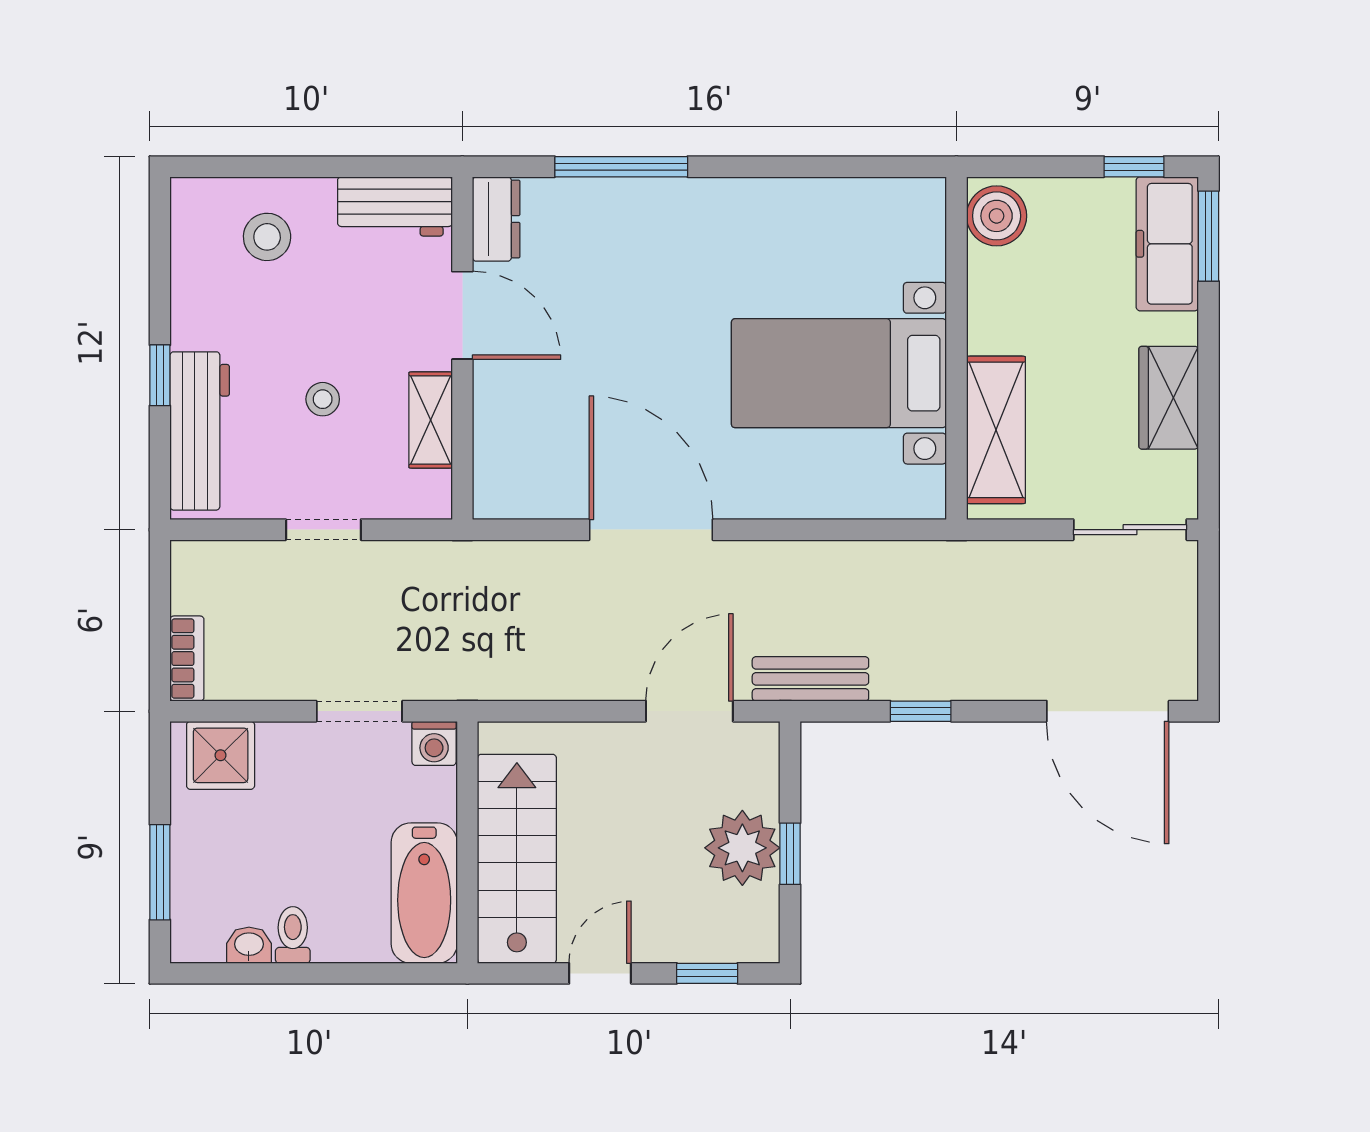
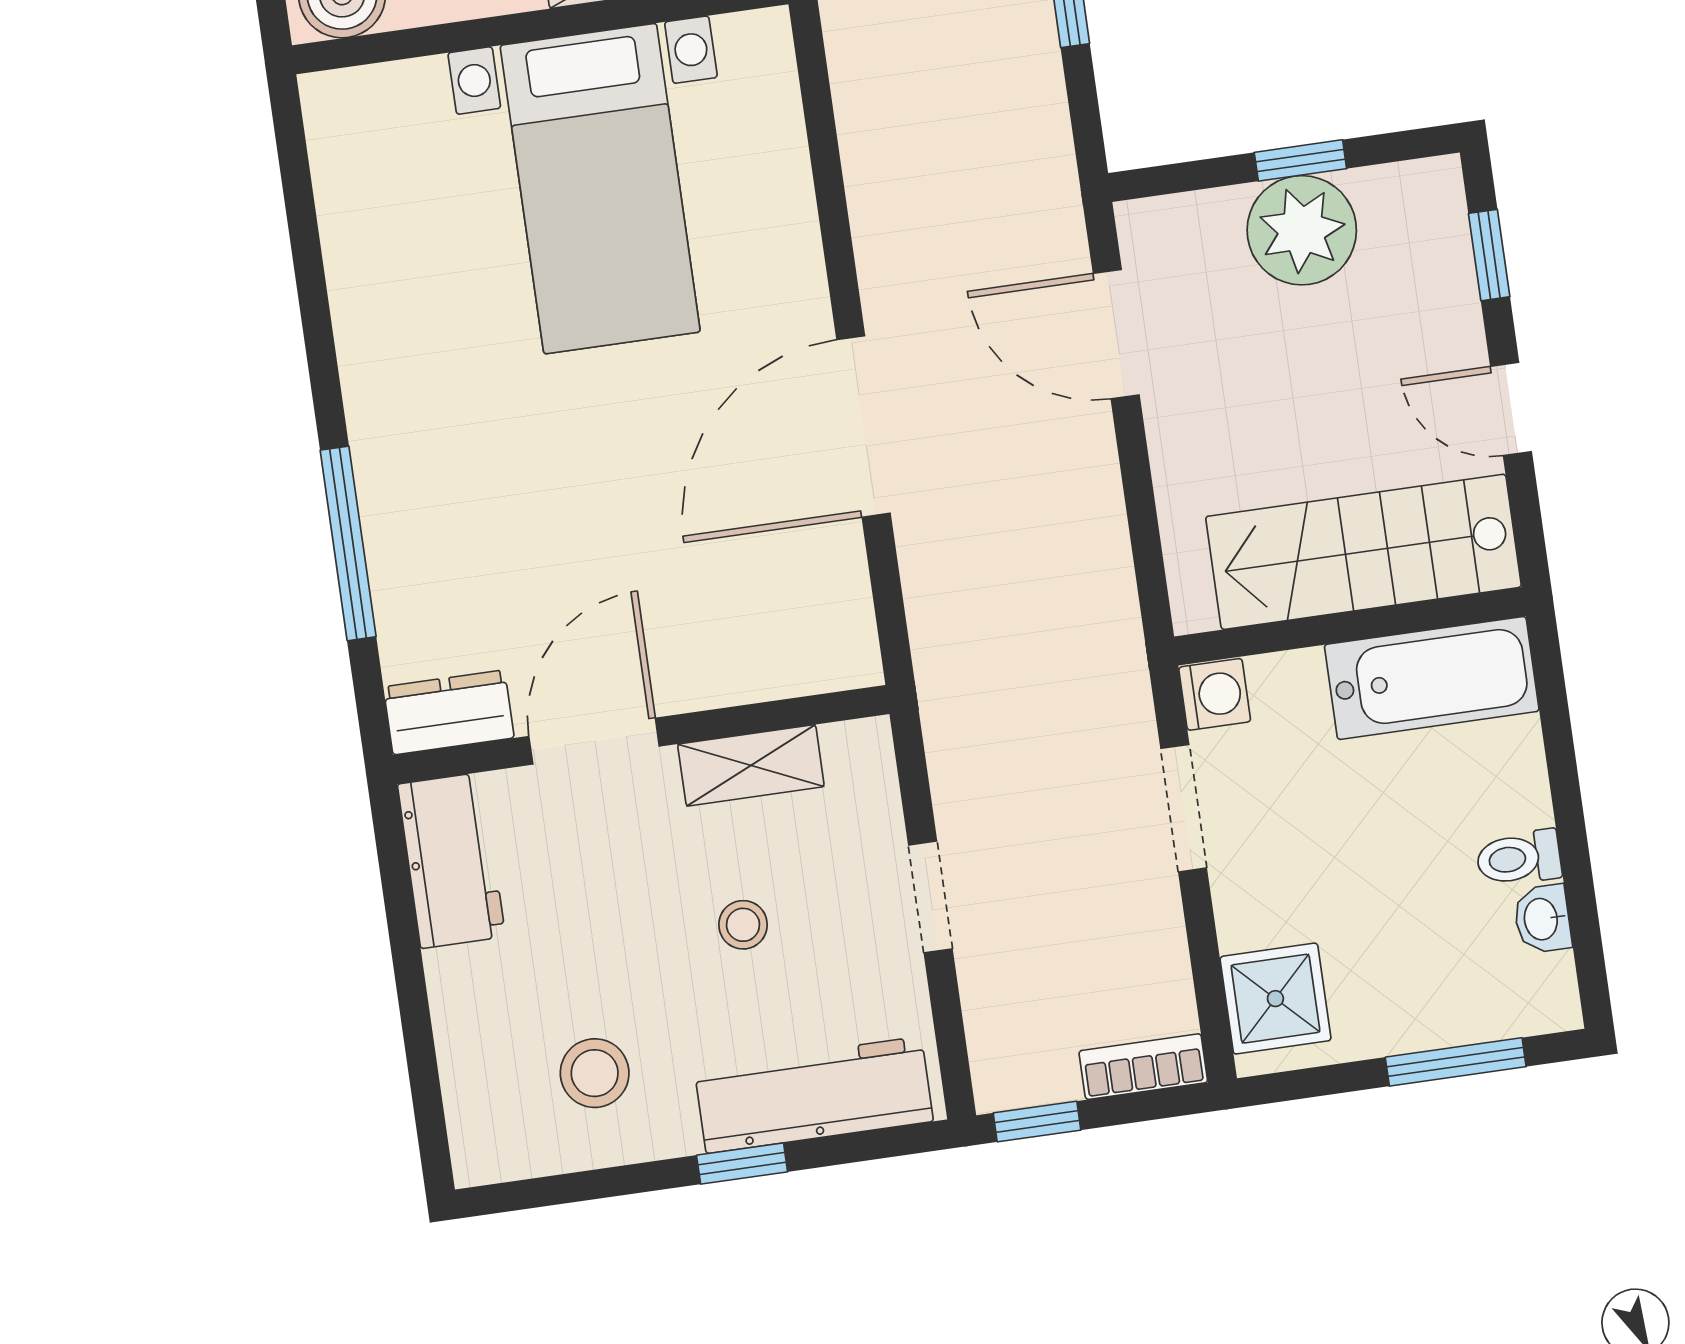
stool: (267, 237) -> (595, 1073), moved
window: (160, 581) -> (1037, 1121), added
bench: (810, 679) -> (1045, 167), removed

